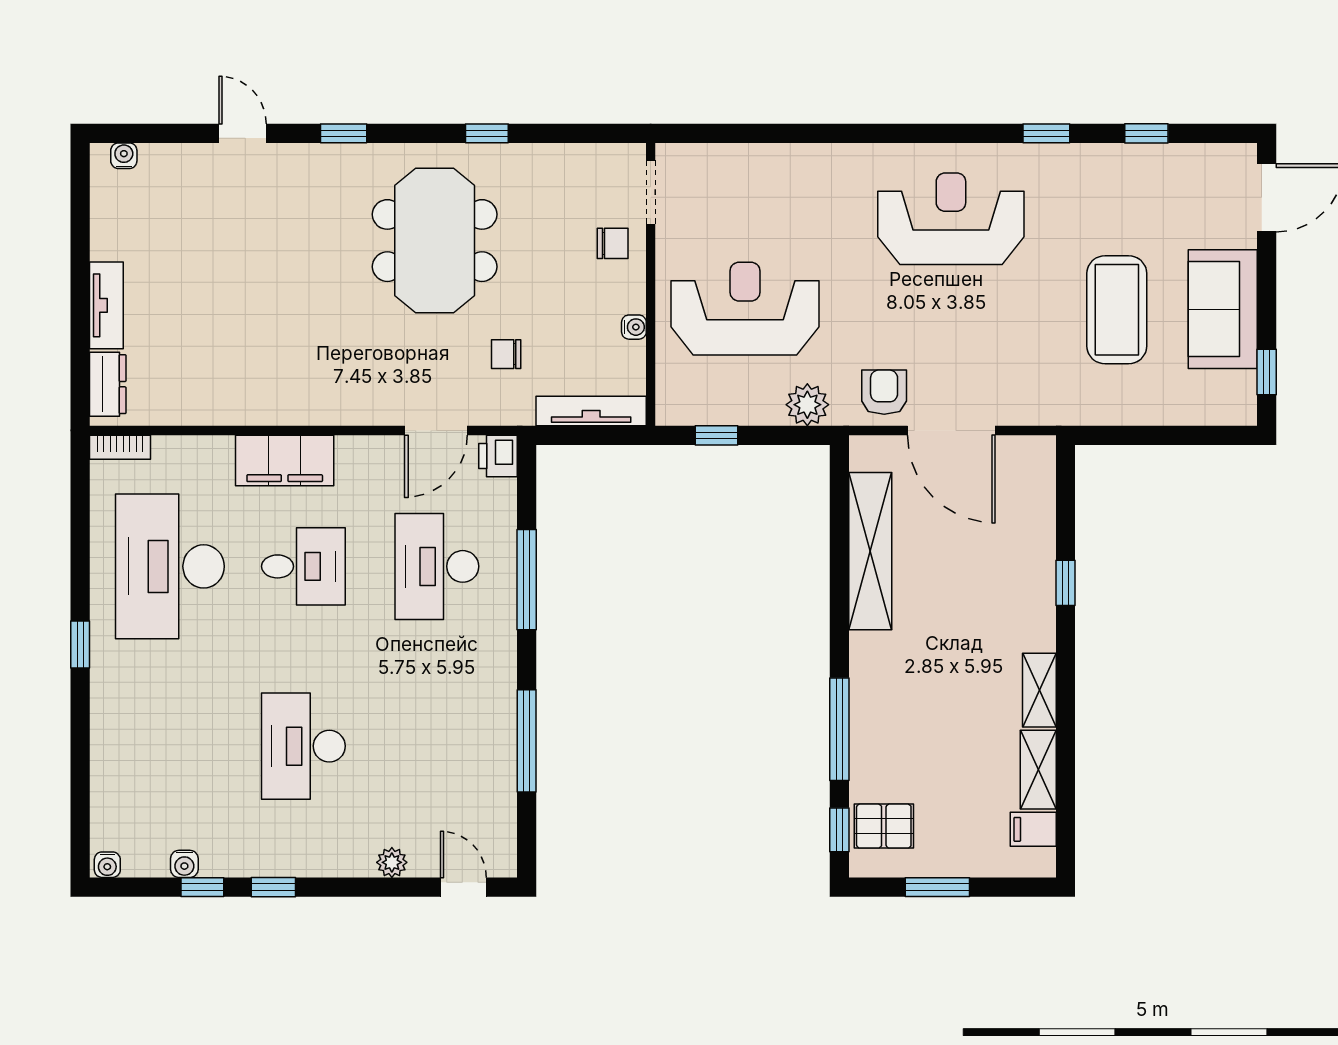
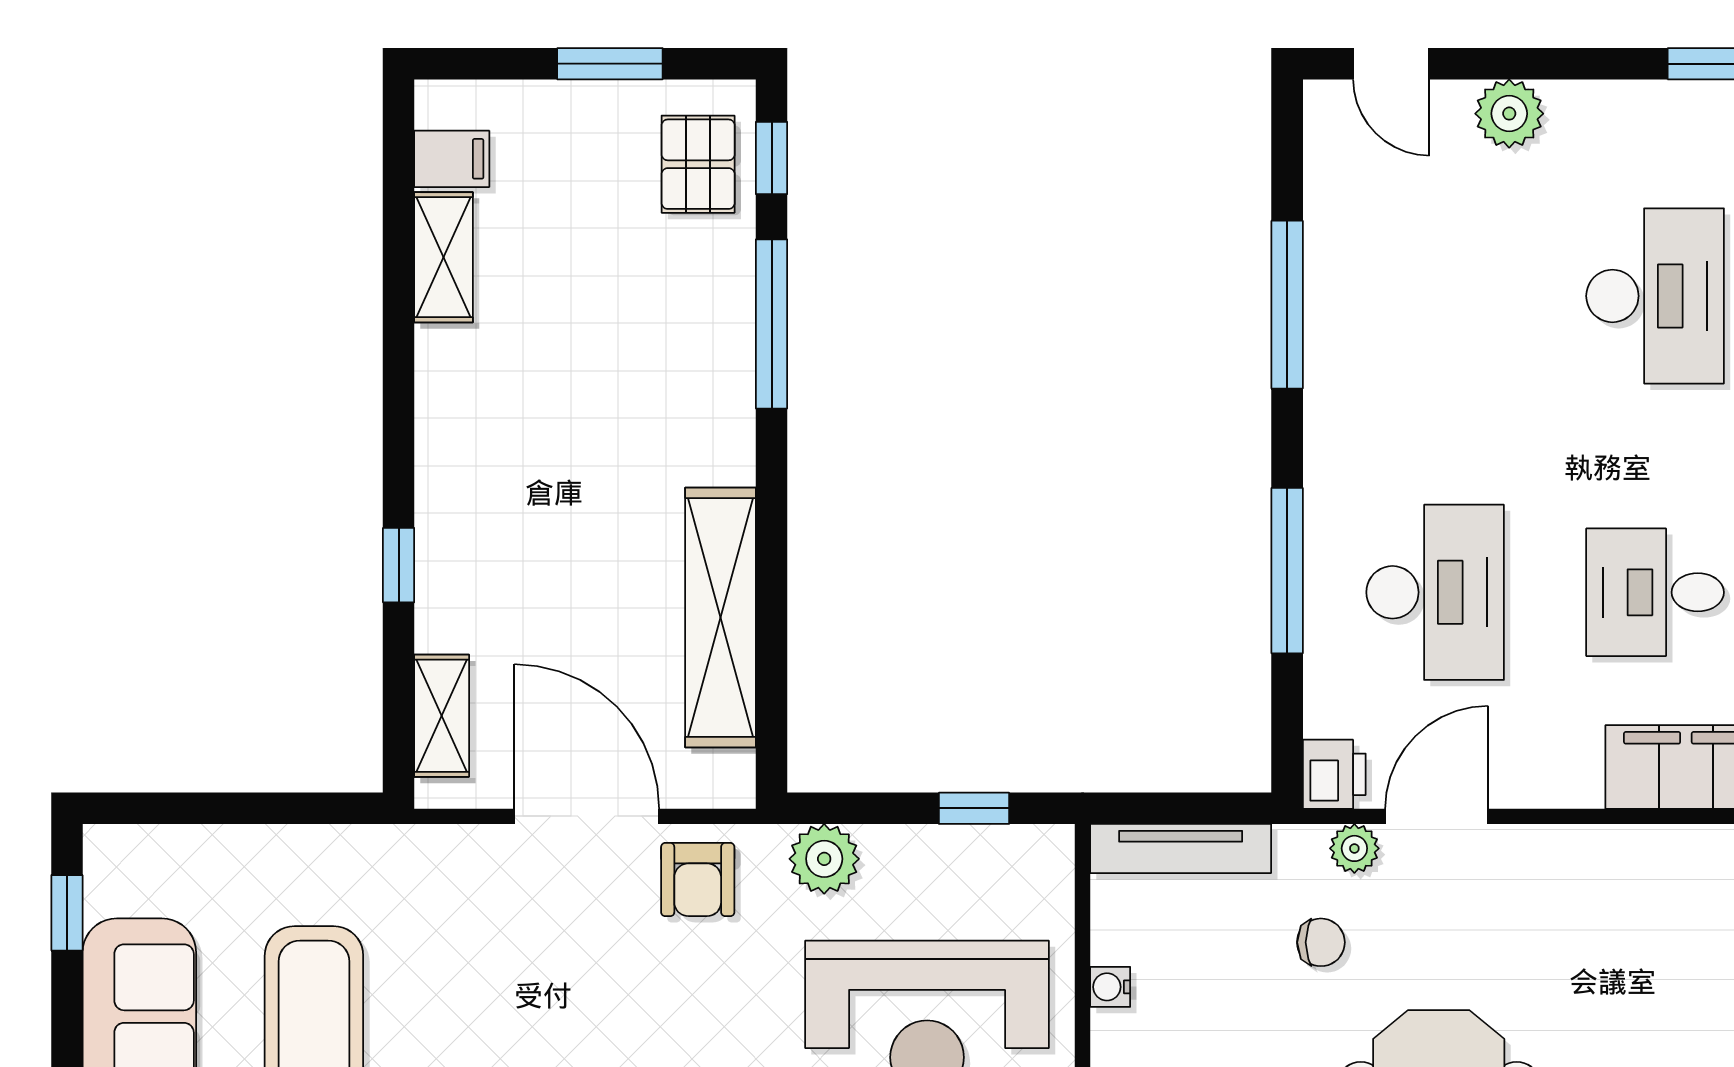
plant: (486, 411) -> (1354, 848), added
shelving: (1039, 690) -> (442, 716), moved
pallet: (884, 826) -> (698, 164), turned 90
plant: (392, 862) -> (1509, 114), width x1.38, depth x1.38

